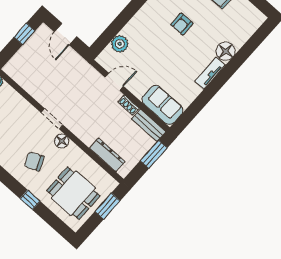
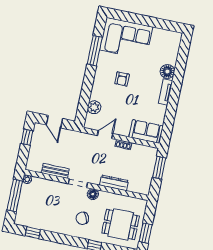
armchair: (182, 24) -> (122, 79), moved
bench: (149, 125) -> (55, 171), moved
dresser: (107, 155) -> (114, 183), moved
window: (107, 206) -> (146, 233), moved

